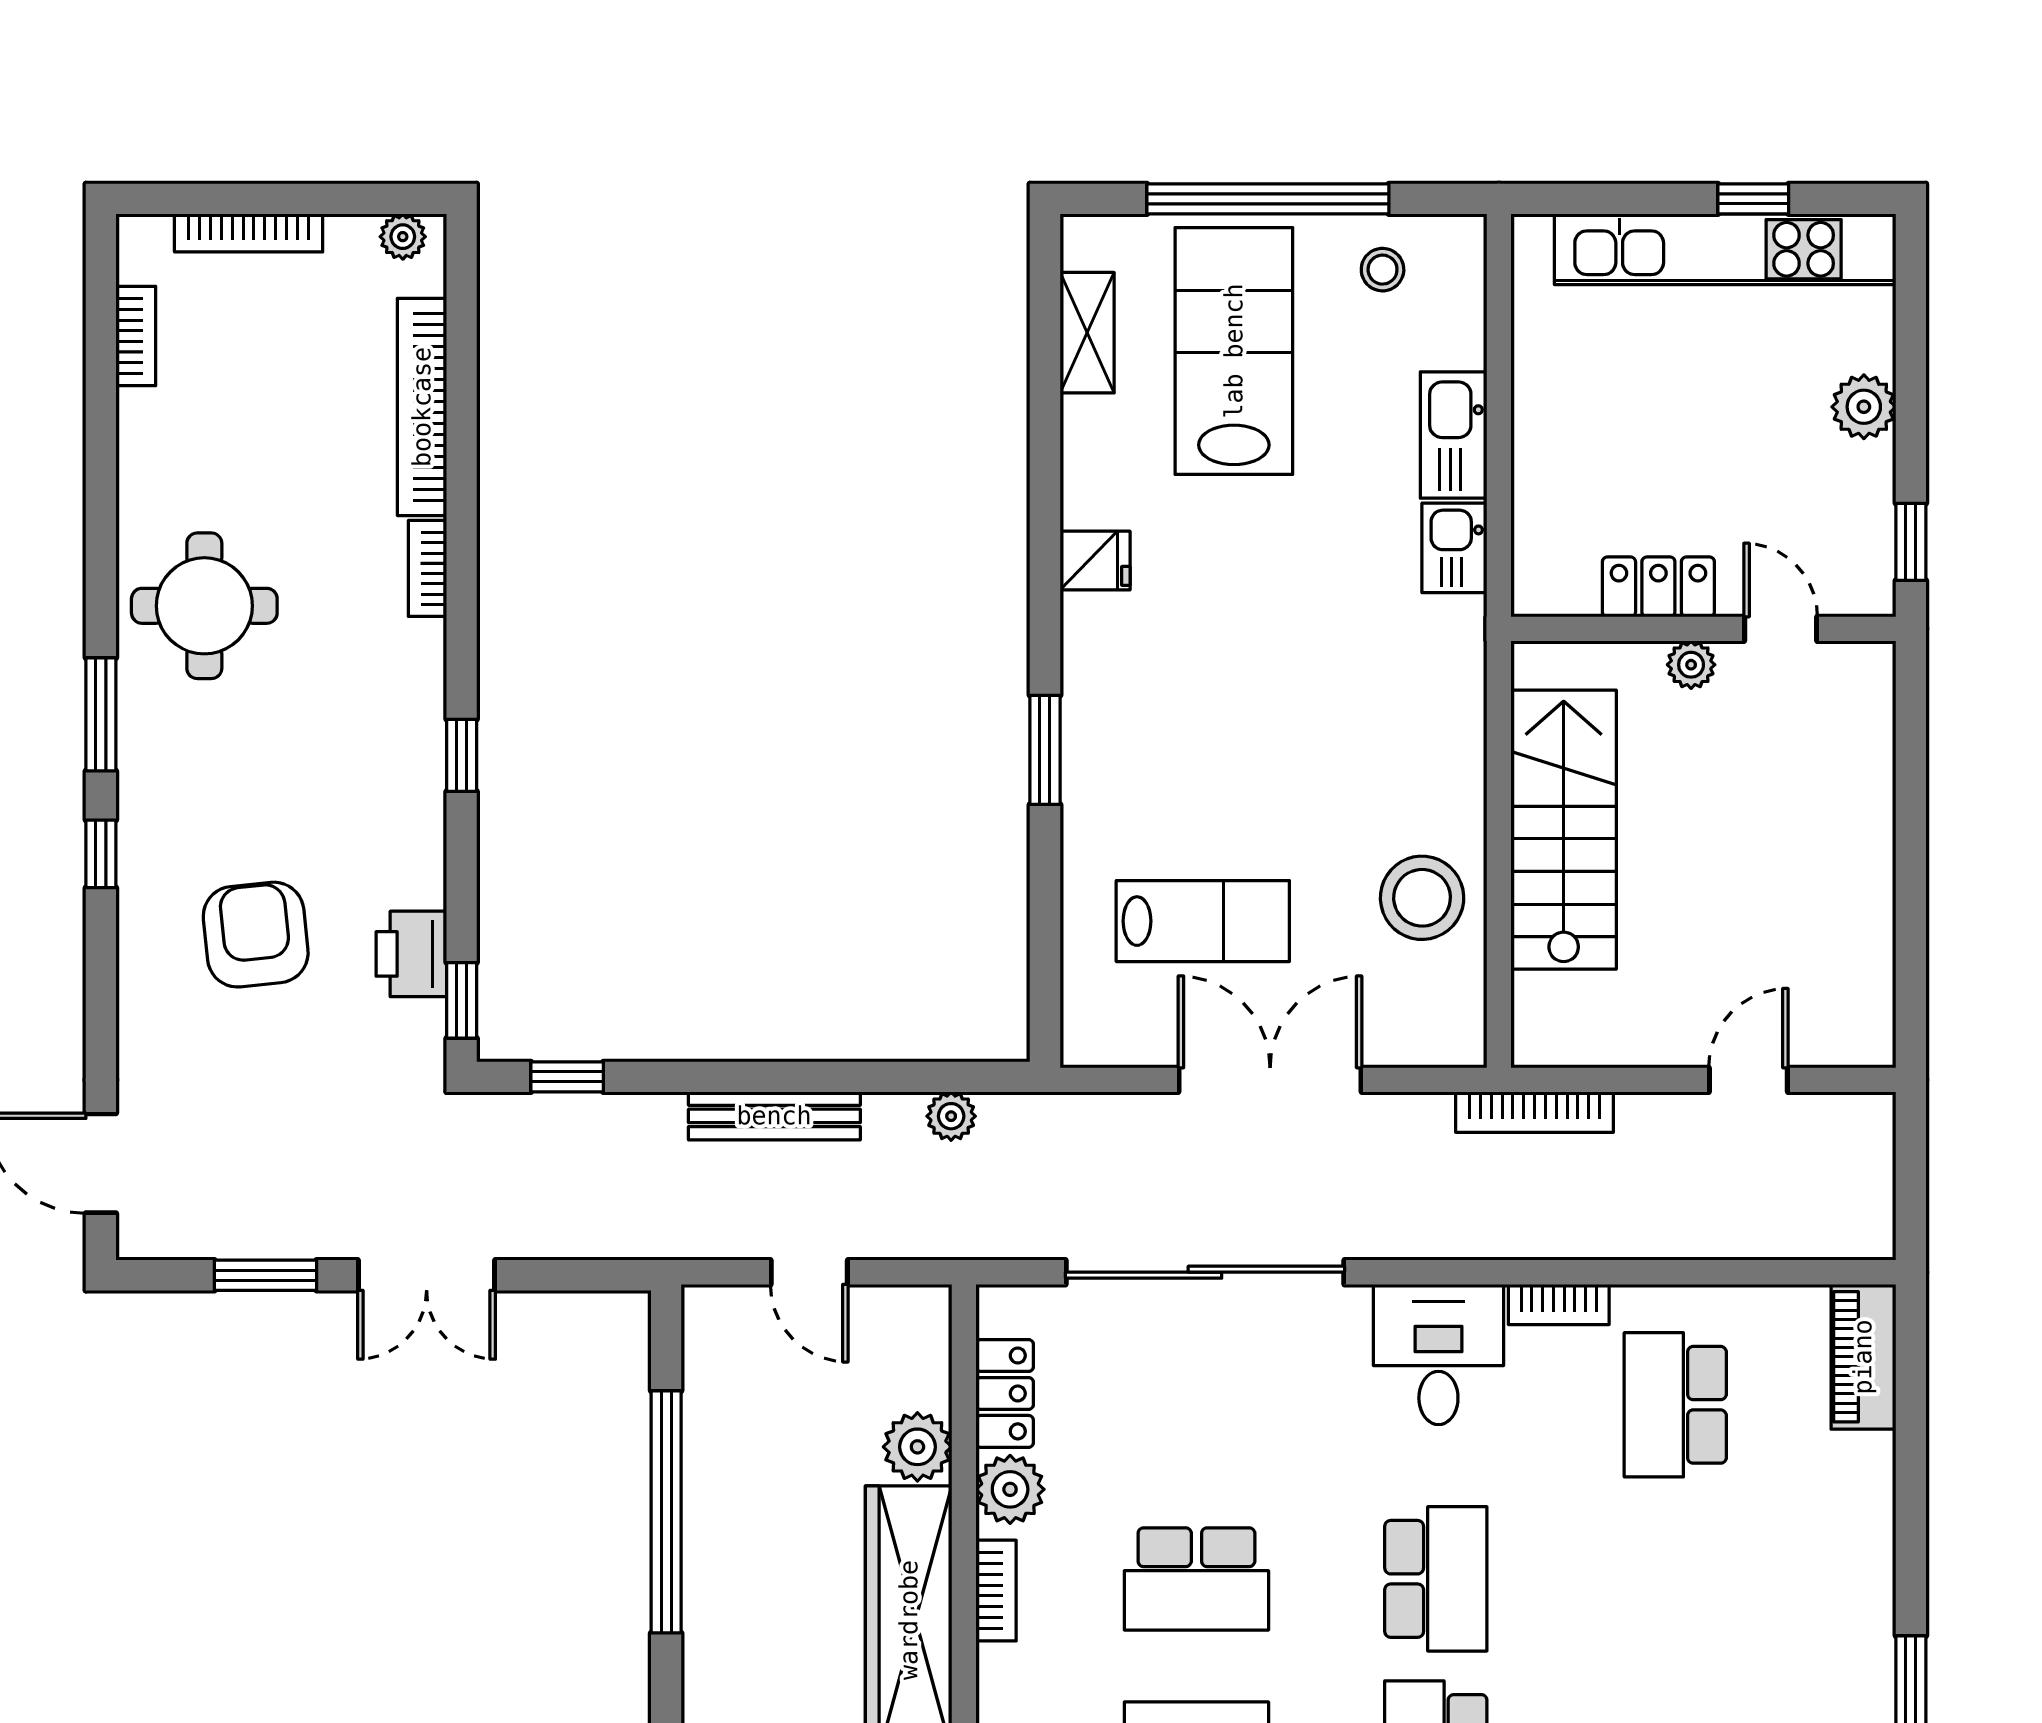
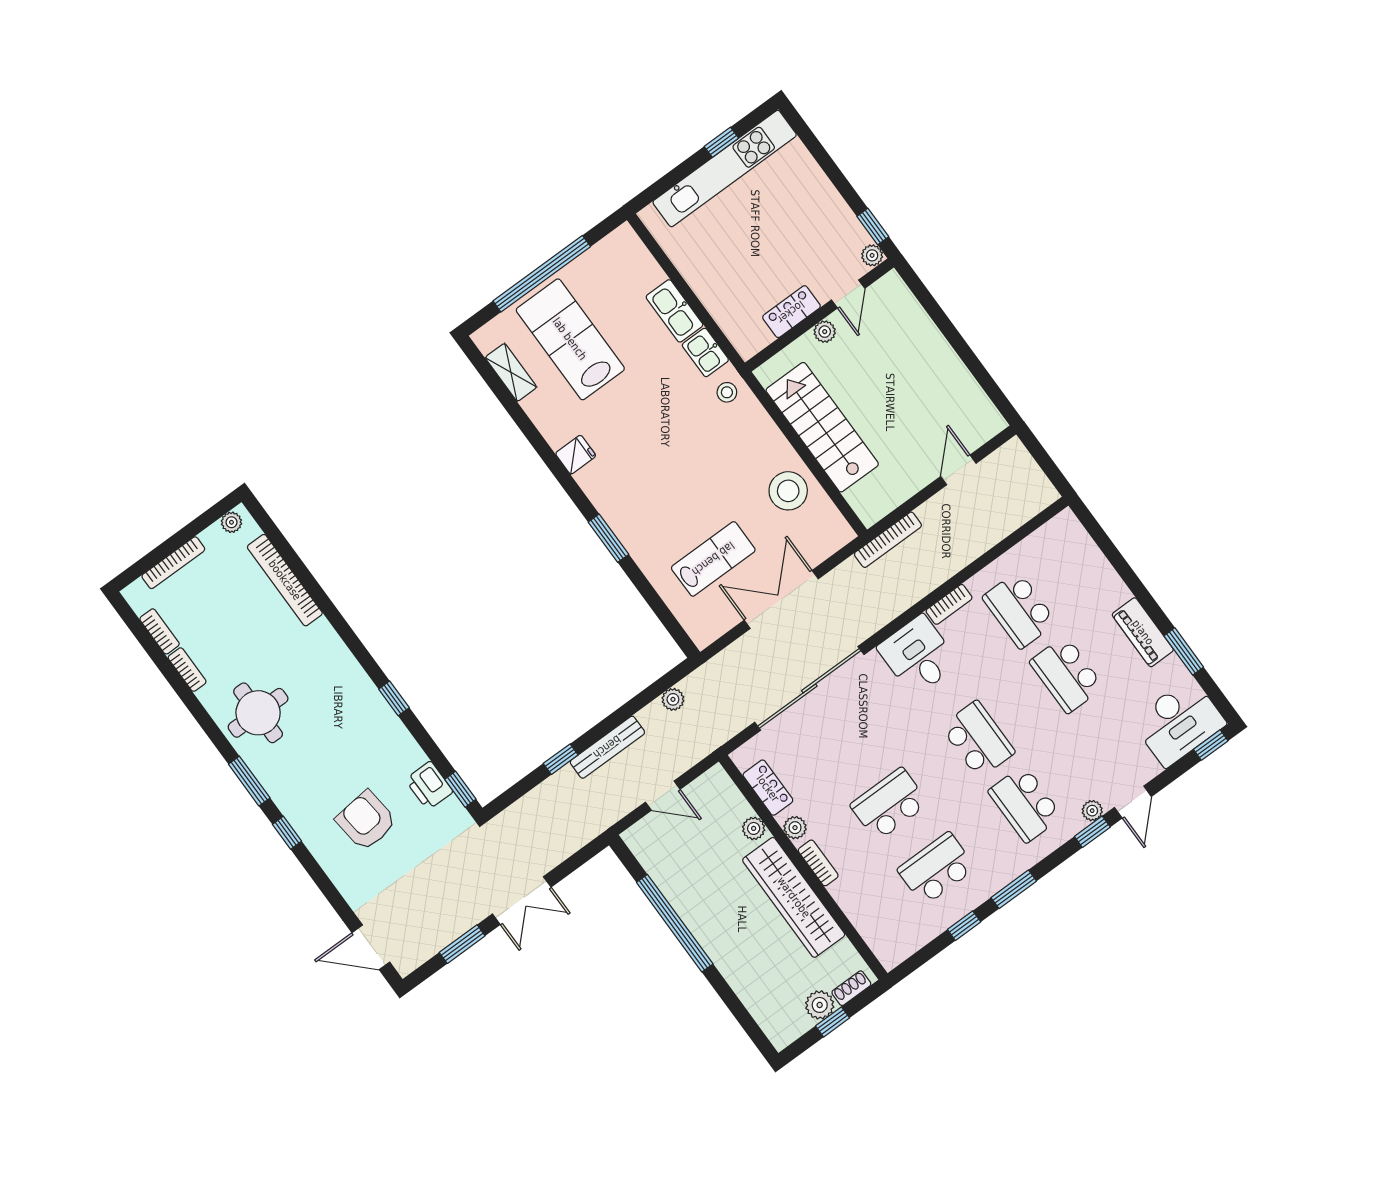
stool: (1383, 270) -> (727, 392), moved
plant: (1864, 407) -> (872, 255), moved, width x0.73, depth x0.73
bookcase: (427, 568) -> (187, 670), moved, turned 180
door: (1781, 629) -> (848, 294), swing flipped
window: (567, 1077) -> (561, 759), moved
piano: (1863, 1357) -> (1143, 632), moved
plant: (917, 1447) -> (754, 828), width x0.73, depth x0.73
plant: (1010, 1489) -> (795, 828), width x0.73, depth x0.73
school desk: (1196, 1579) -> (889, 804), turned 180
school desk: (1675, 1579) -> (1067, 674), added

